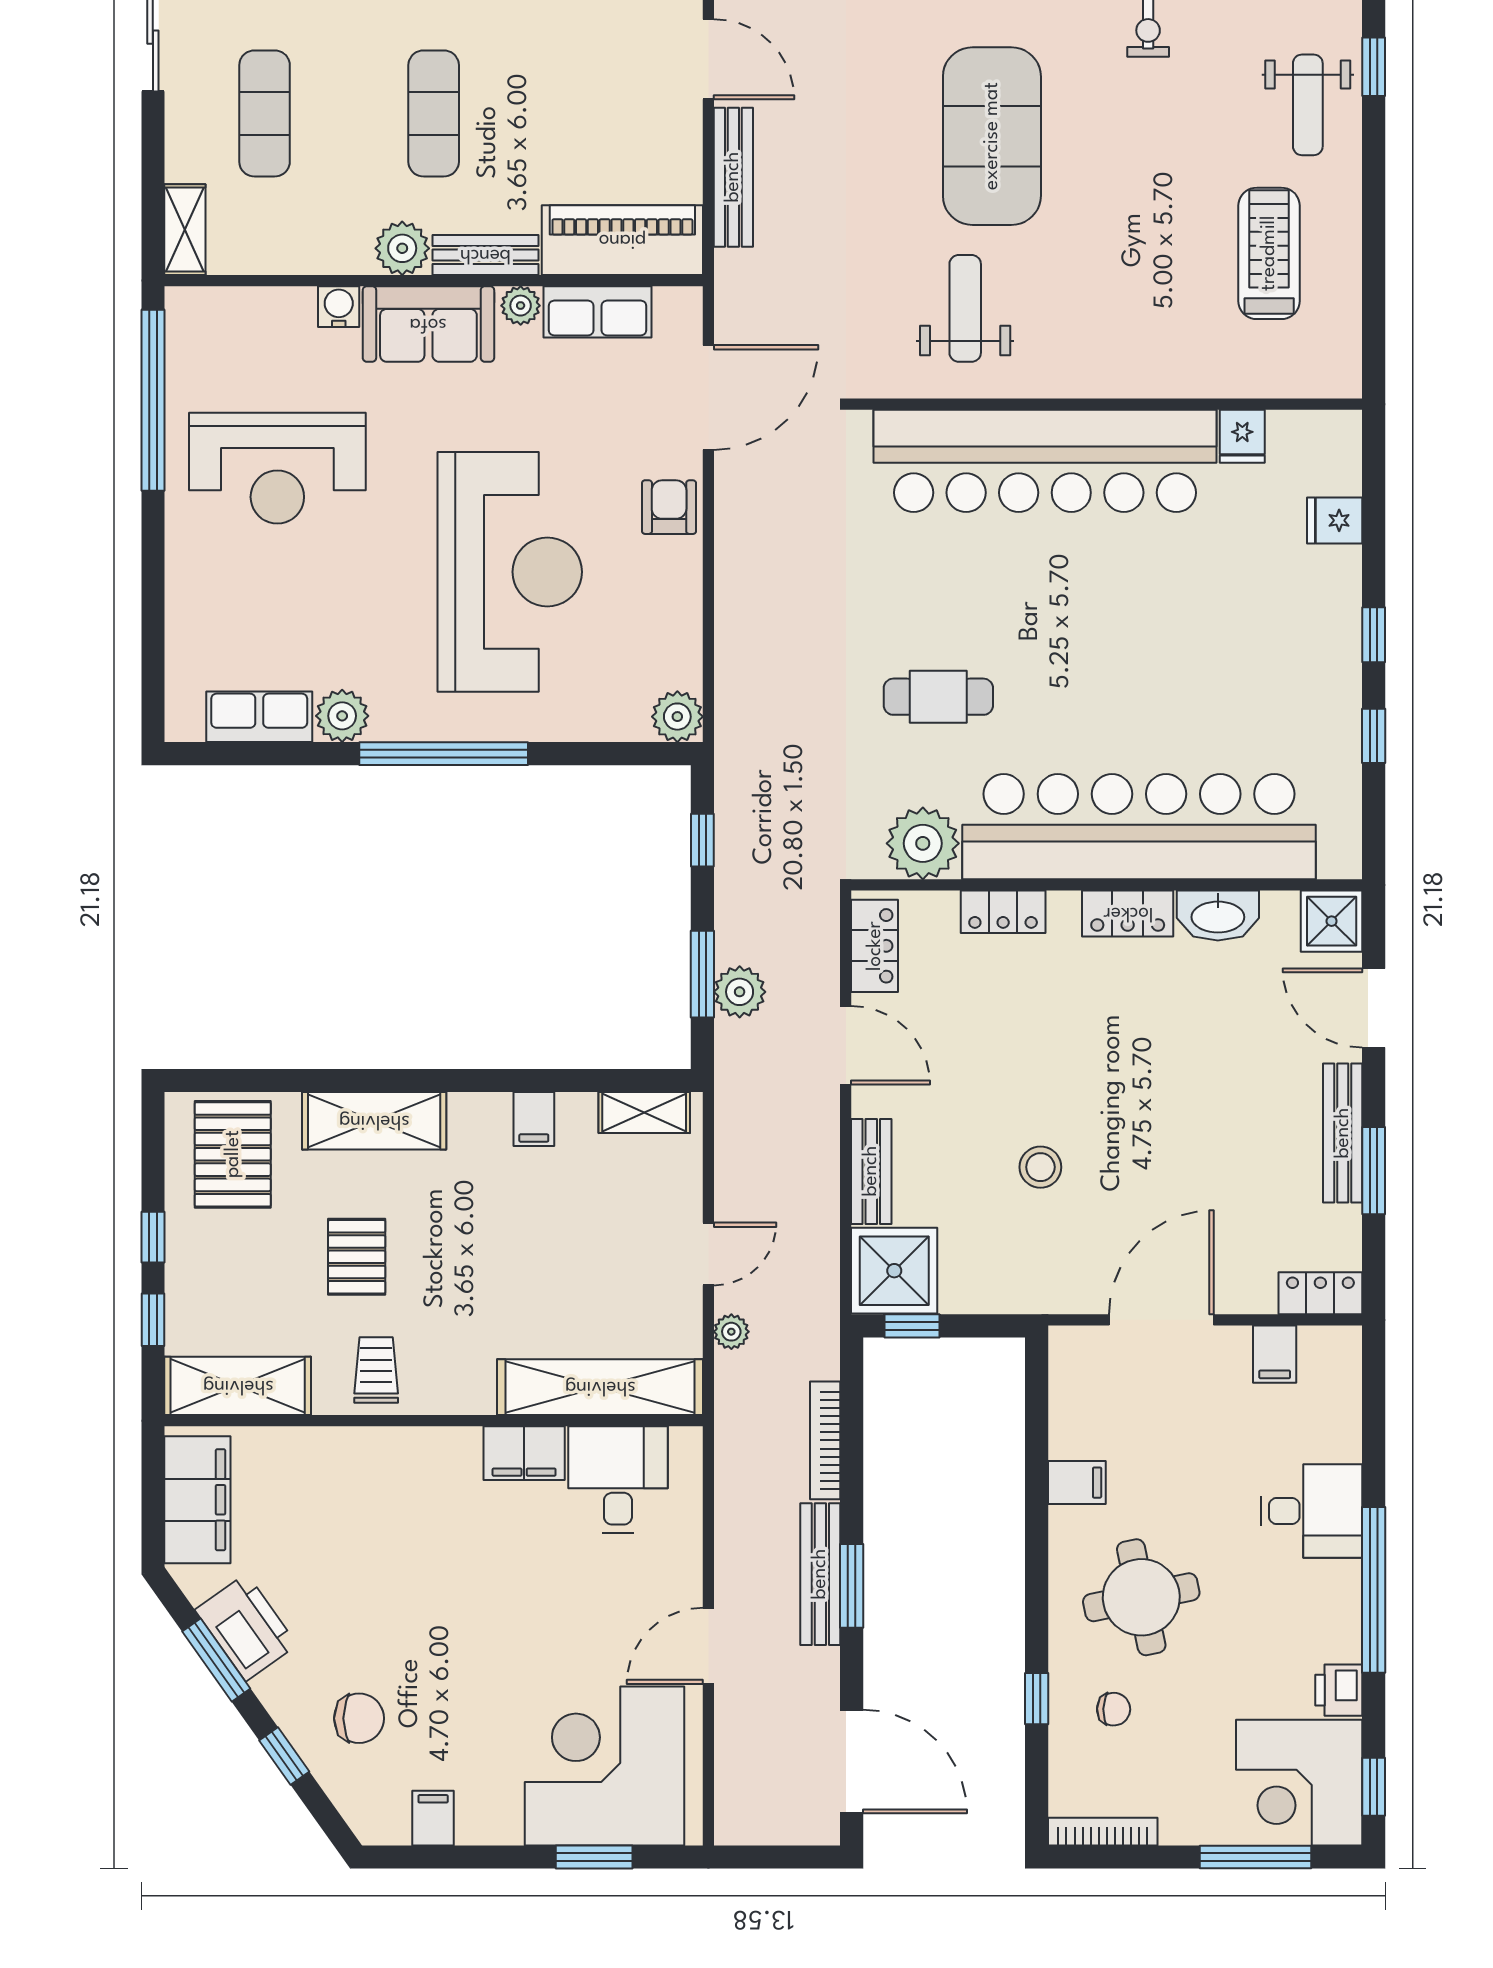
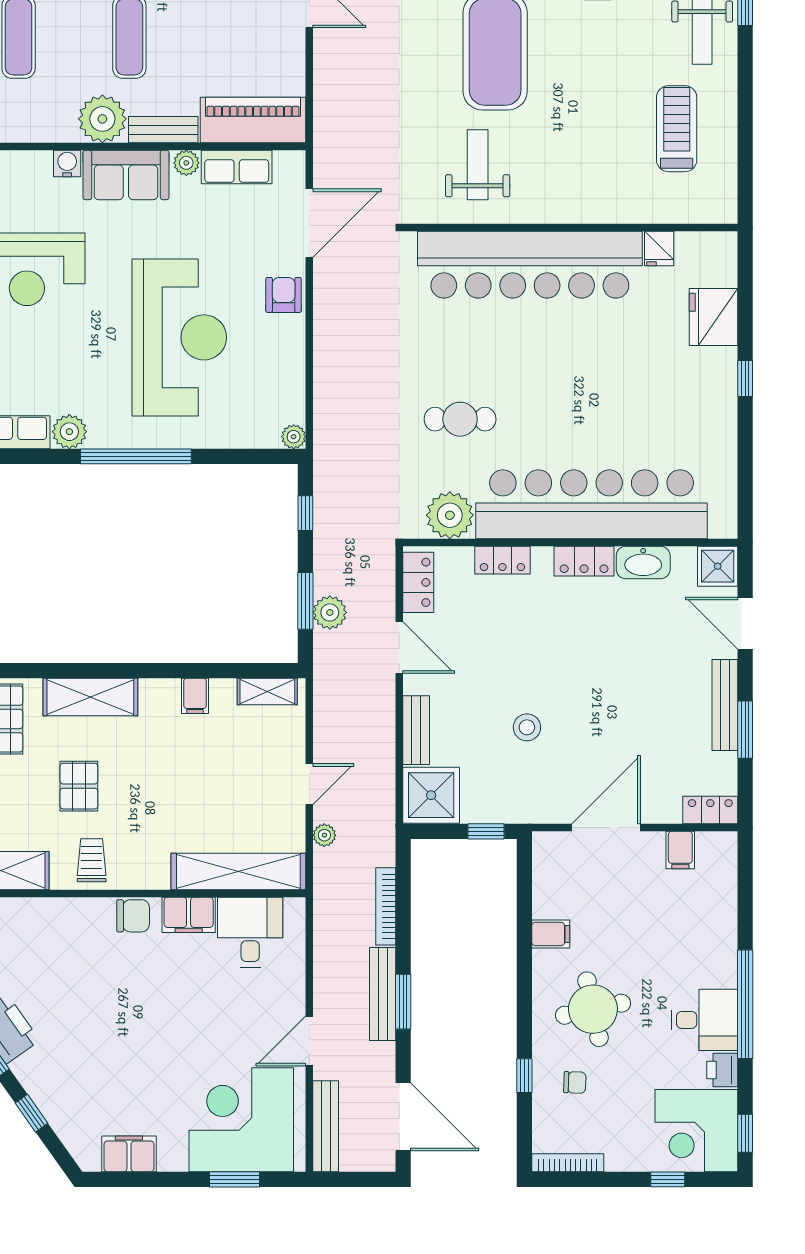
bench: (733, 177) -> (326, 1126), moved
plant: (402, 248) -> (102, 119), width x1.36, depth x1.36
fridge: (1335, 520) -> (714, 317), width x1.88, depth x1.34
plant: (677, 717) -> (294, 437), width x0.73, depth x0.73
window: (1374, 736) -> (745, 445), removed
window: (912, 1326) -> (486, 831), moved
desk: (1312, 1511) -> (705, 1020), moved
chair: (359, 1718) -> (133, 916), moved
filing cabinet: (433, 1818) -> (129, 1154), width x2.00
window: (1255, 1857) -> (668, 1179), width x0.46

